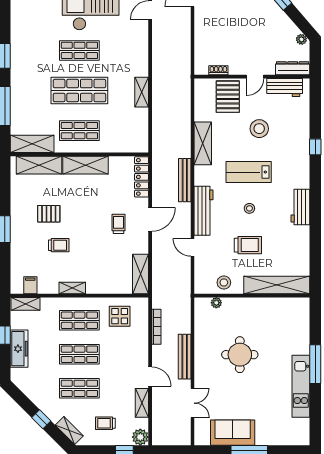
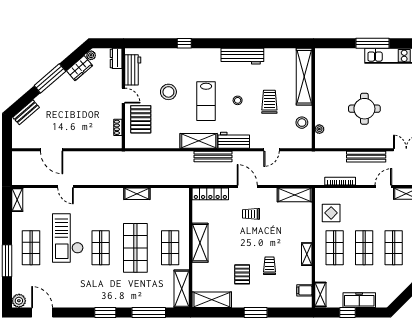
wardrobe: (287, 26) -> (80, 68), added
dresser: (293, 68) -> (116, 58), width x0.70
pallet: (228, 97) -> (141, 119), turned 90
shelving: (203, 143) -> (199, 141), moved
shelving: (39, 165) -> (212, 300), moved, turned 90
workbench: (300, 207) -> (242, 56), width x1.38
workbench: (203, 211) -> (234, 140), width x0.73

